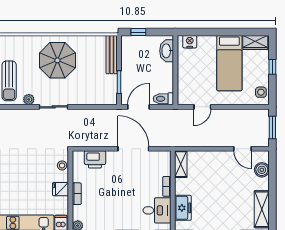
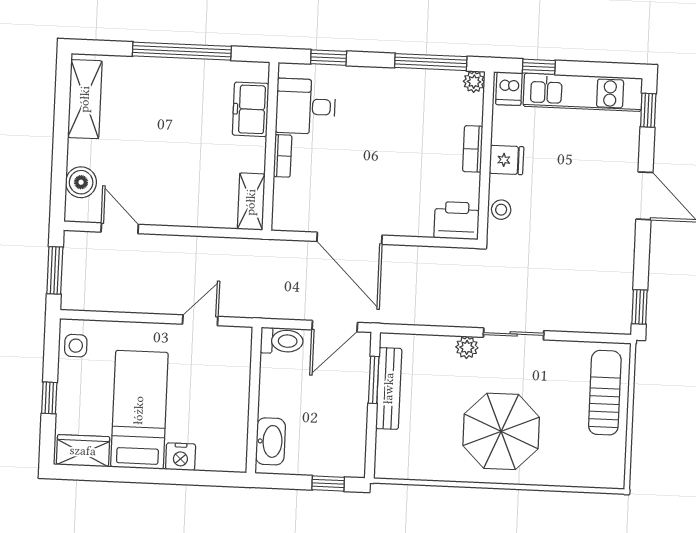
nightstand: (190, 42) -> (181, 457), moved
bench: (112, 55) -> (389, 388), moved
plant: (29, 99) -> (467, 347), moved
printer: (95, 159) -> (457, 220), moved

